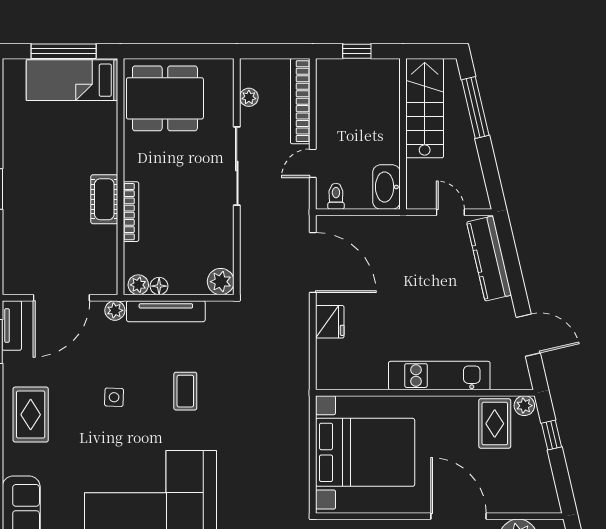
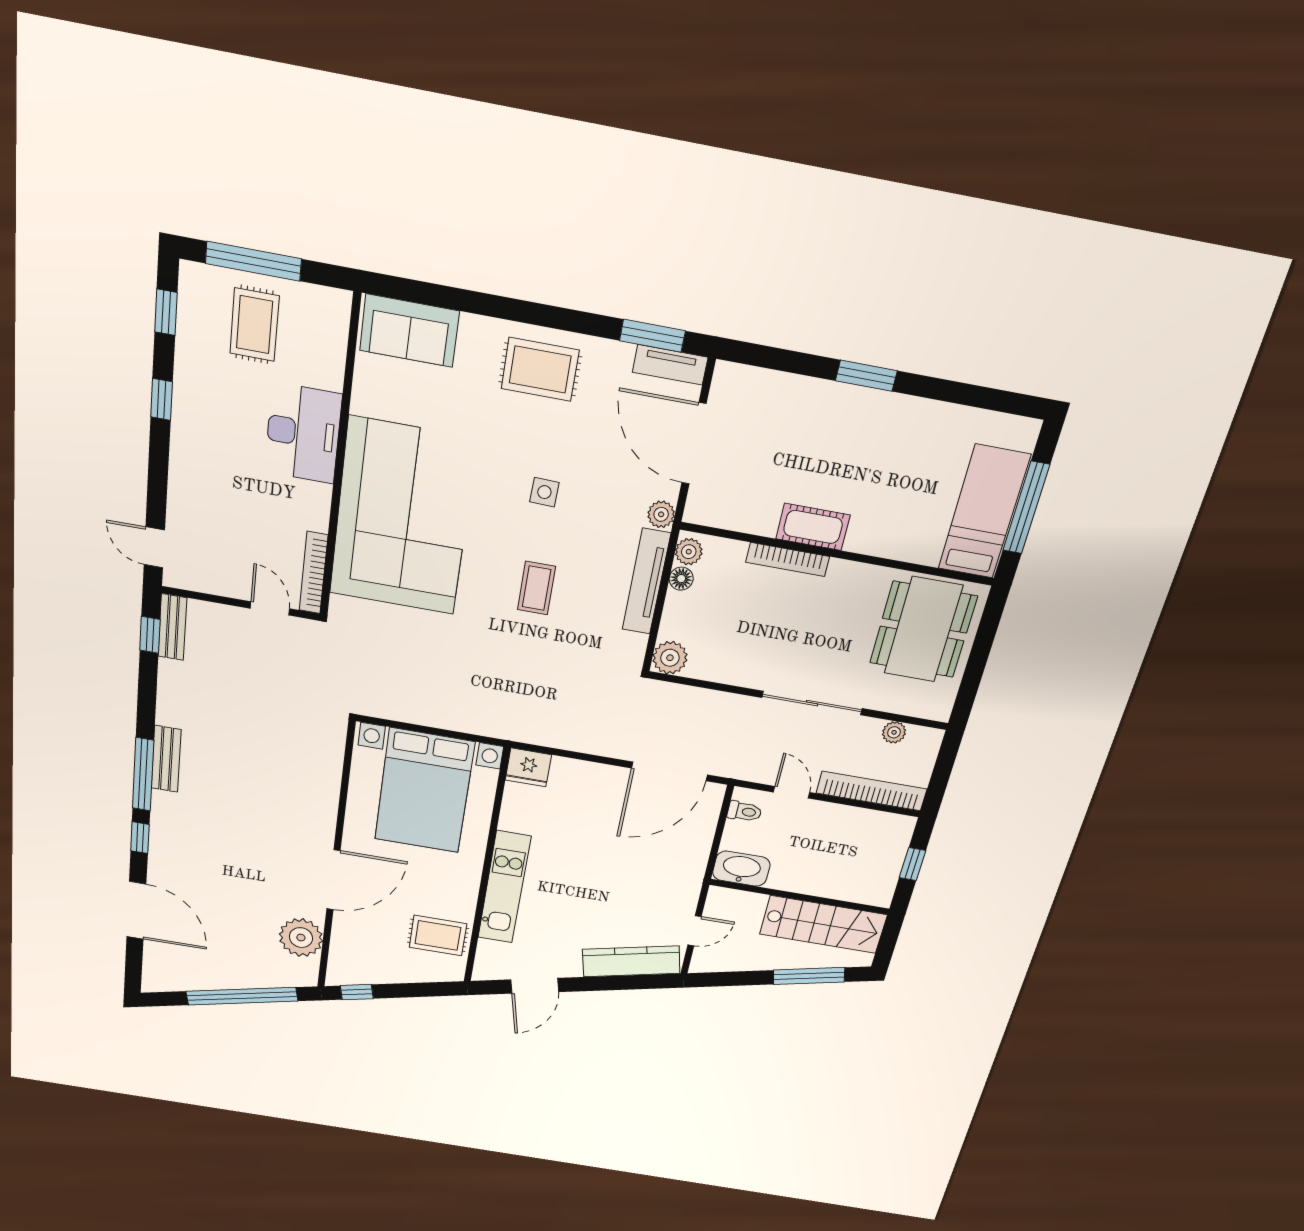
fridge: (330, 322) -> (528, 767), moved
coffee table: (185, 391) -> (537, 588), turned 90
plant: (524, 406) -> (454, 969), removed
window: (552, 435) -> (357, 992), moved

